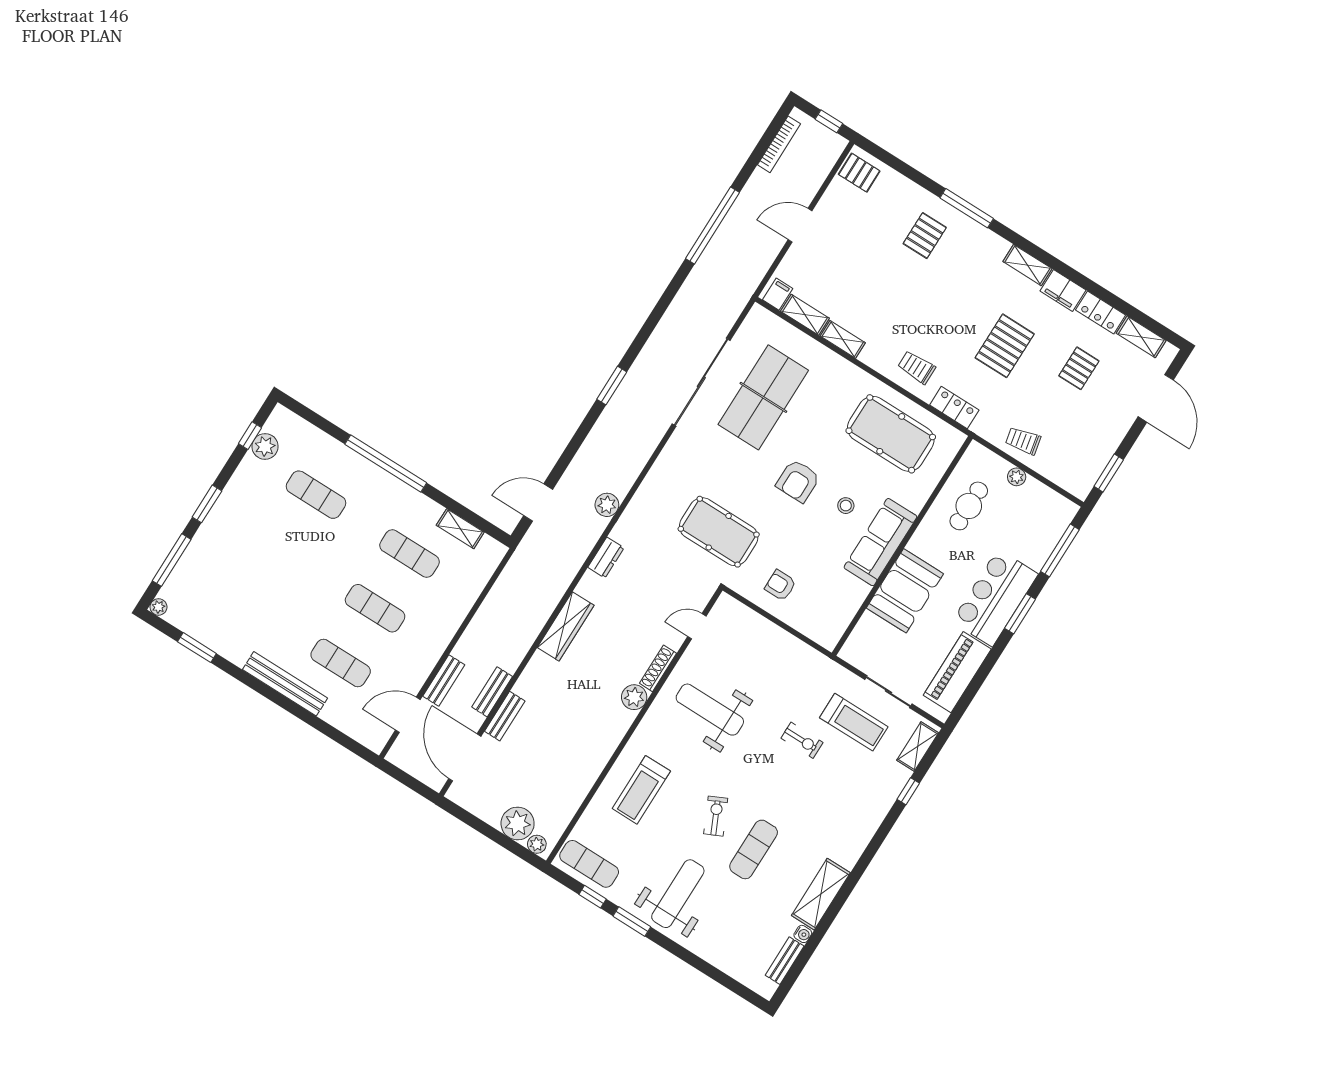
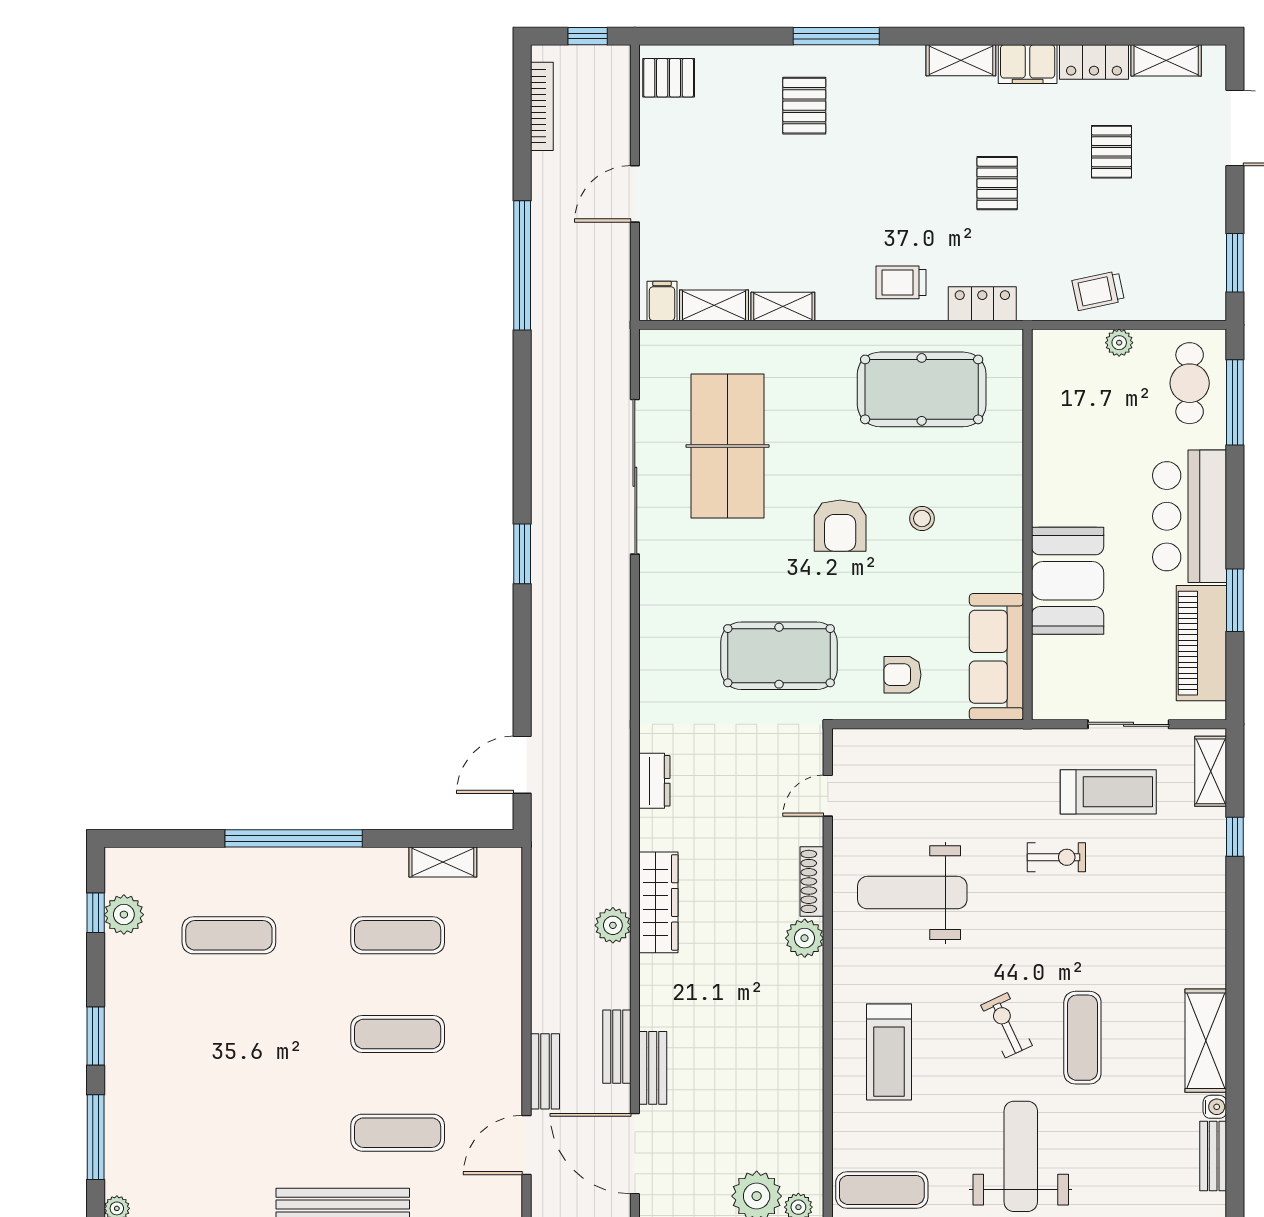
pallet: (1005, 346) -> (997, 183), width x0.67, depth x0.71
plant: (607, 505) -> (613, 925), moved
cafe table: (969, 506) -> (1190, 383), moved
sofa: (880, 542) -> (996, 657), moved
window: (1020, 614) -> (1235, 600), moved

